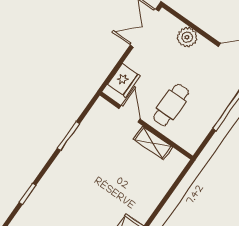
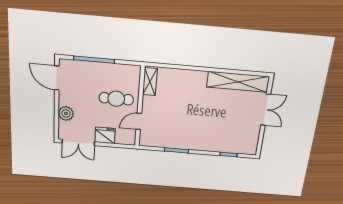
fridge: (124, 80) -> (105, 135), moved
shelving: (153, 143) -> (150, 82), moved

